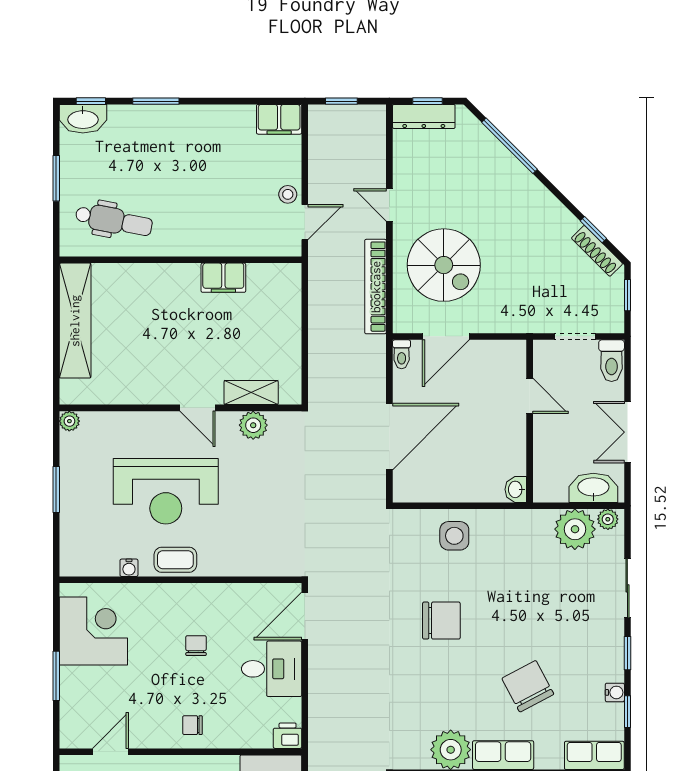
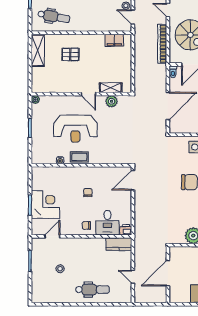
door: (305, 222) -> (133, 17), swing flipped
filing cabinet: (223, 278) -> (114, 40), moved
pallet: (154, 312) -> (70, 54), added
shelving: (75, 321) -> (38, 50), width x0.68
corner desk: (93, 631) -> (45, 204), moved
desk: (272, 669) -> (107, 223), moved, turned 90

